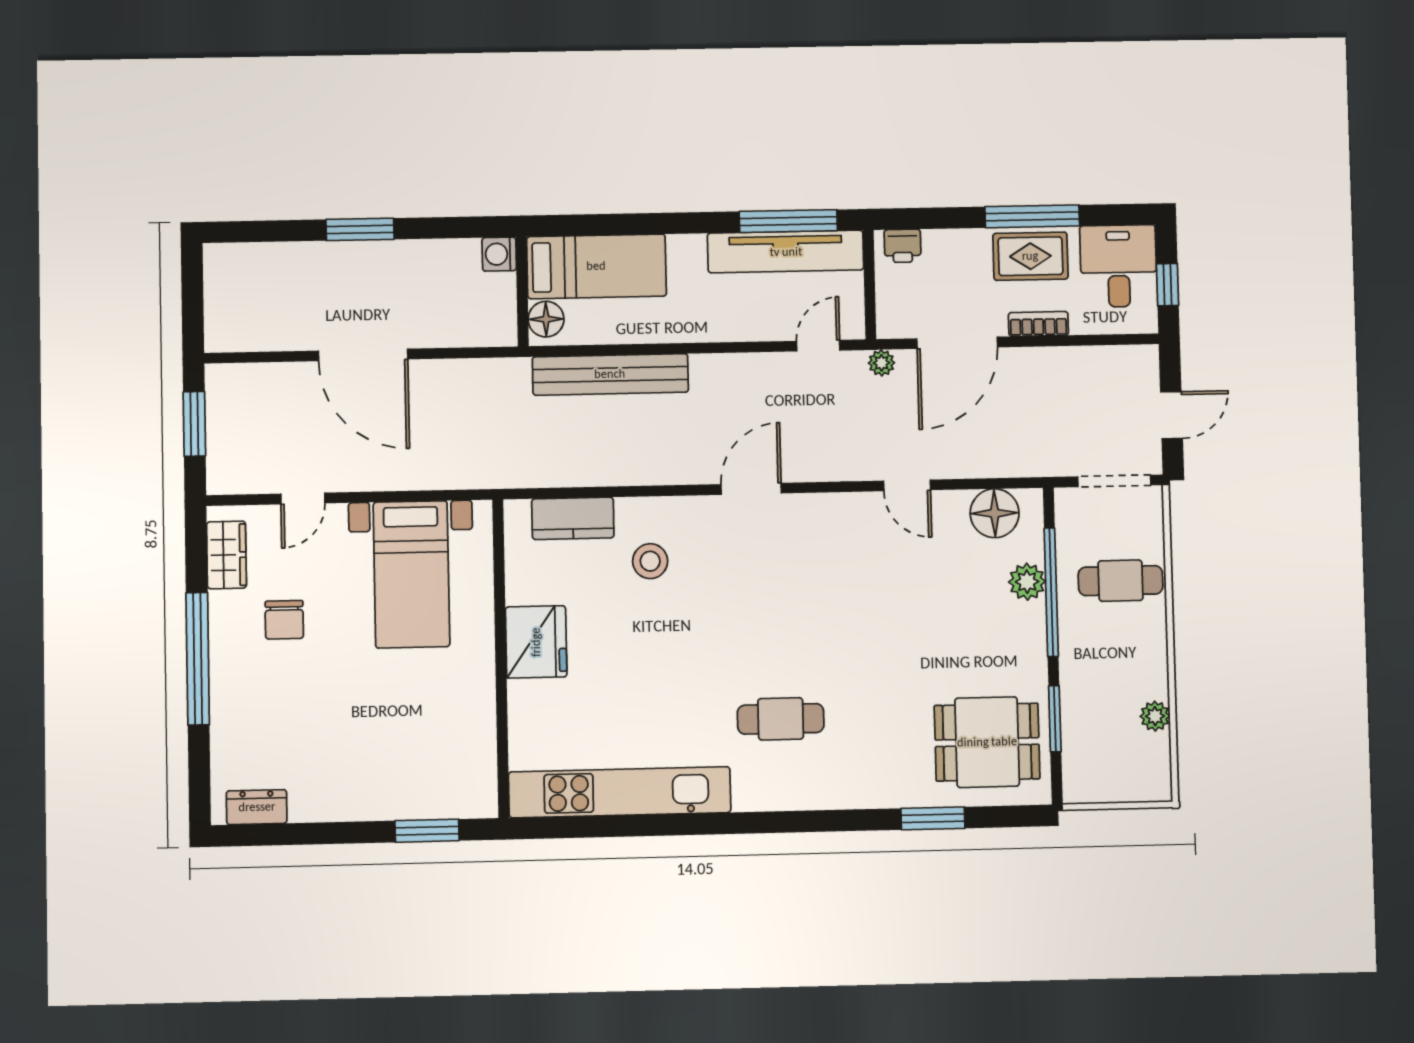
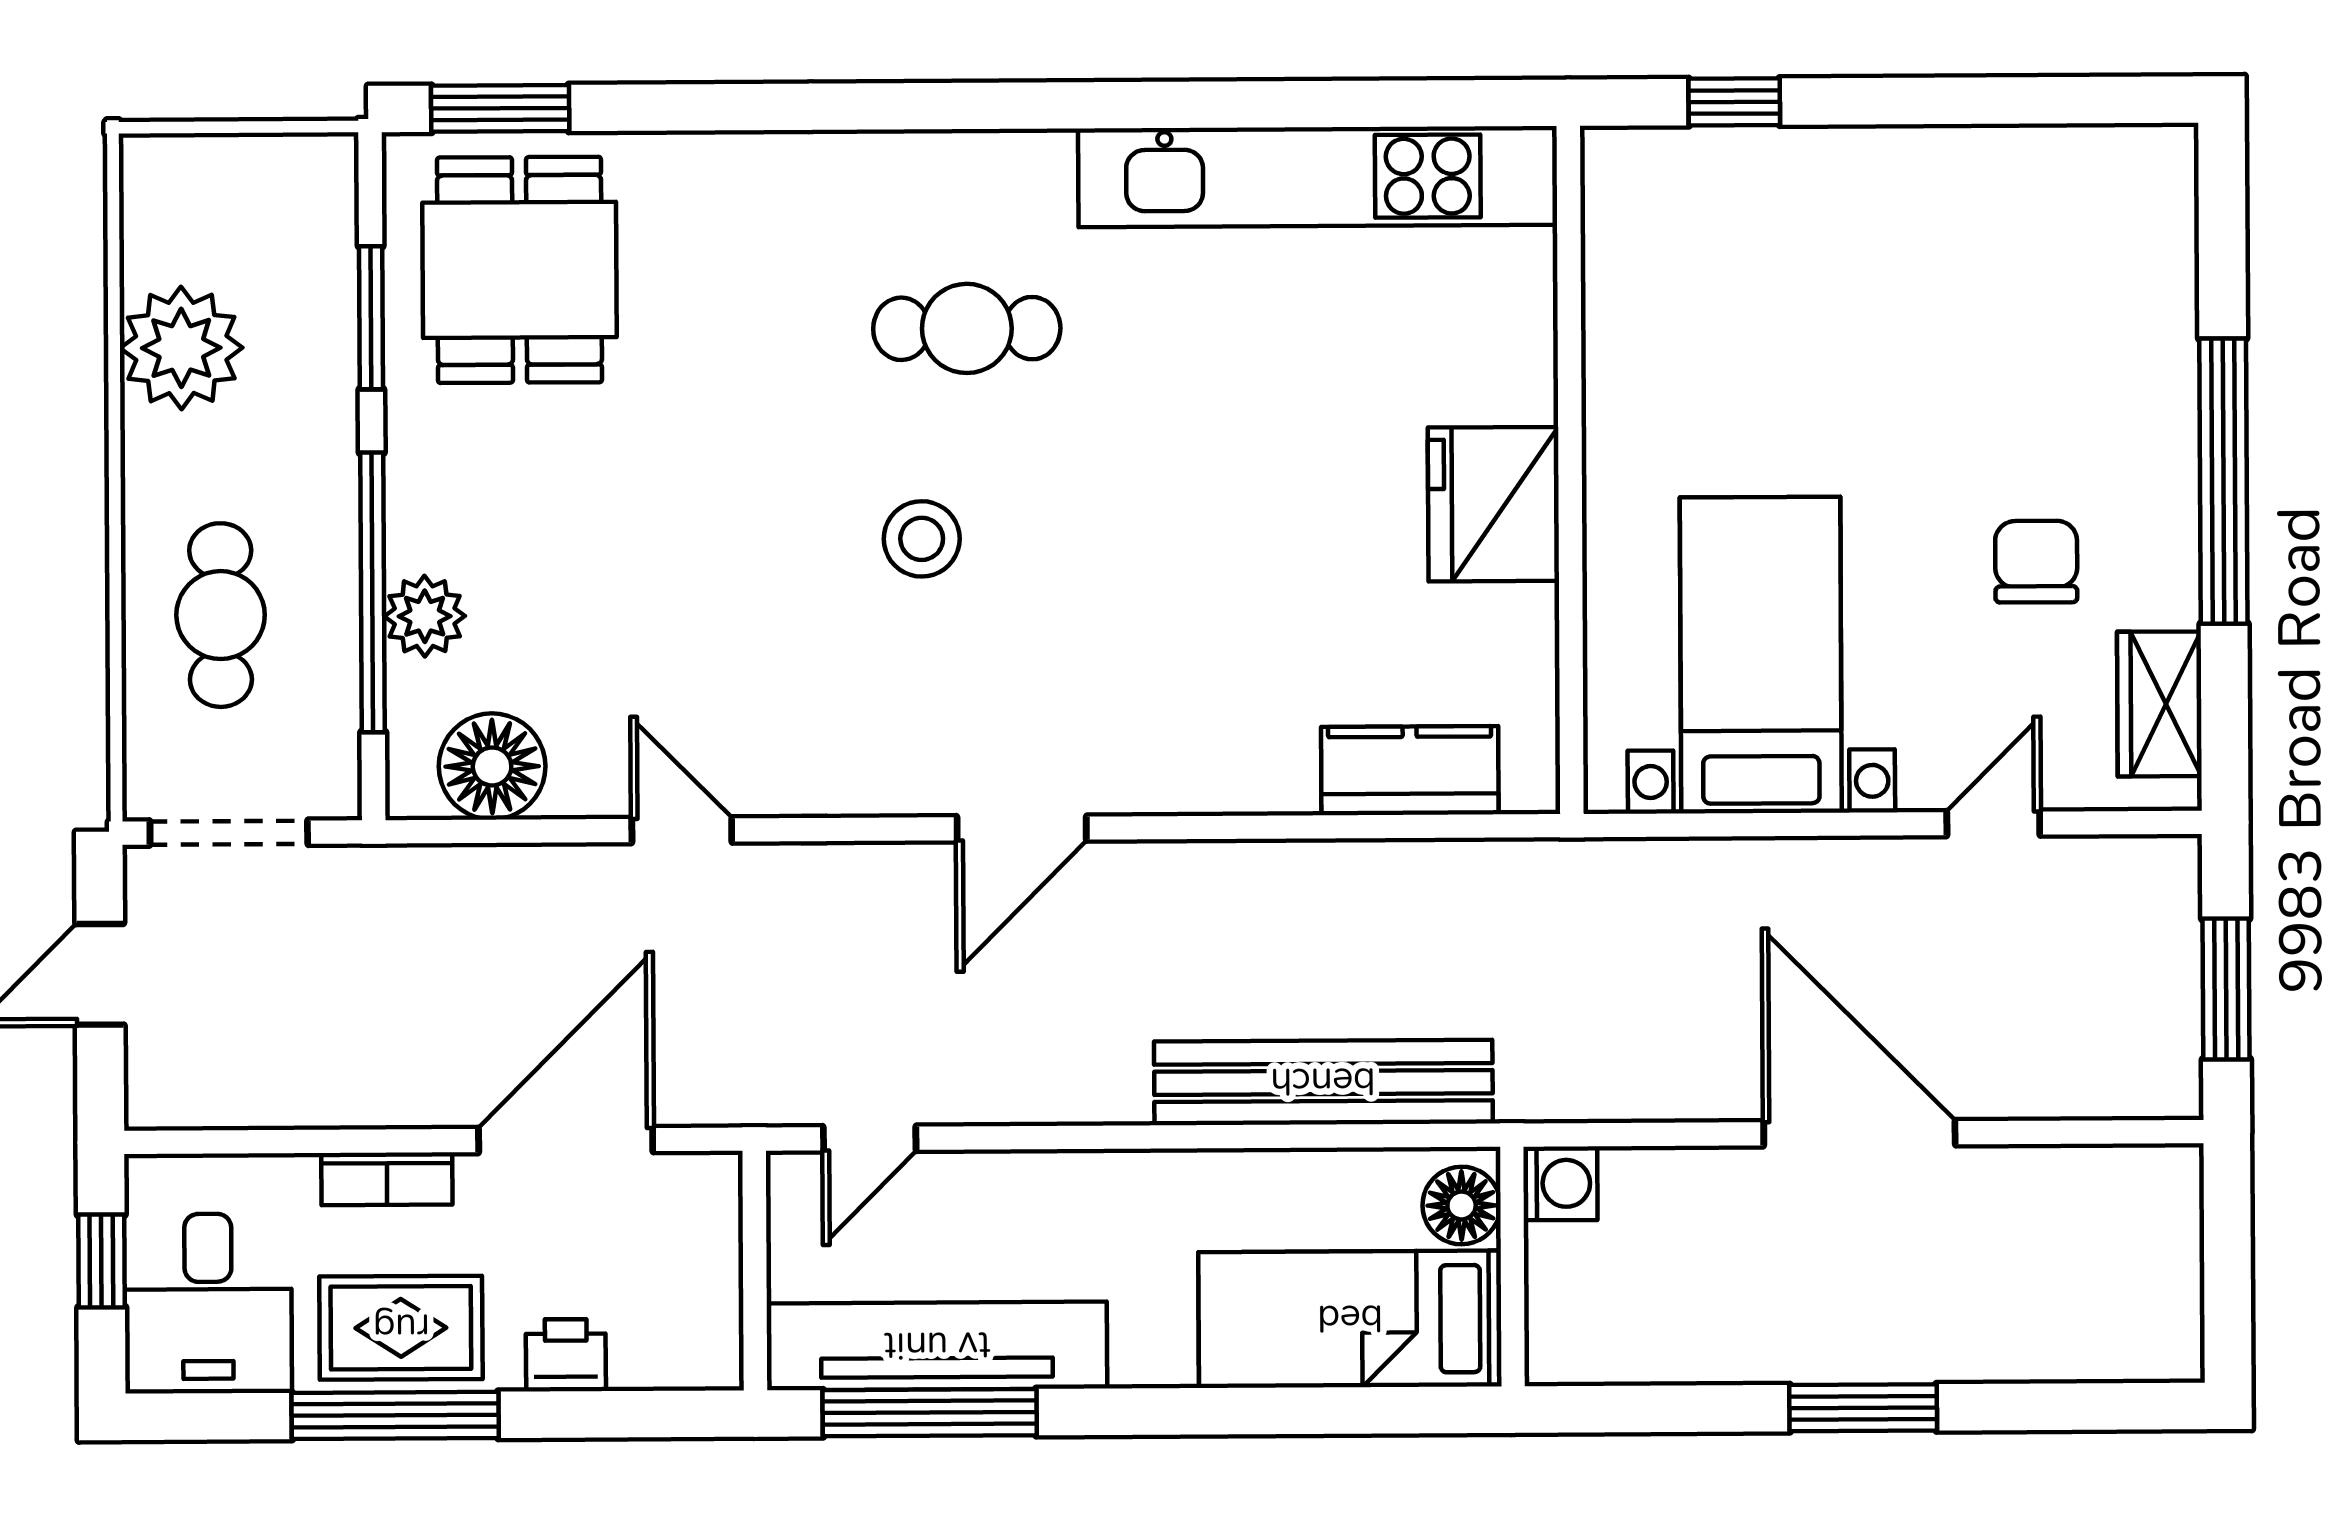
printer: (903, 246) -> (566, 1355), moved
washing machine: (499, 254) -> (1560, 1183), moved
plant: (881, 363) -> (732, 1099), removed
stool: (650, 561) -> (922, 539), moved
cafe table: (1120, 581) -> (221, 615), turned 90
plant: (1155, 716) -> (181, 348), width x1.88, depth x1.88
dining table: (987, 742) -> (519, 270), turned 90
dresser: (257, 807) -> (2100, 160), removed
window: (933, 818) -> (500, 108), moved
window: (427, 831) -> (1734, 102), width x0.67

